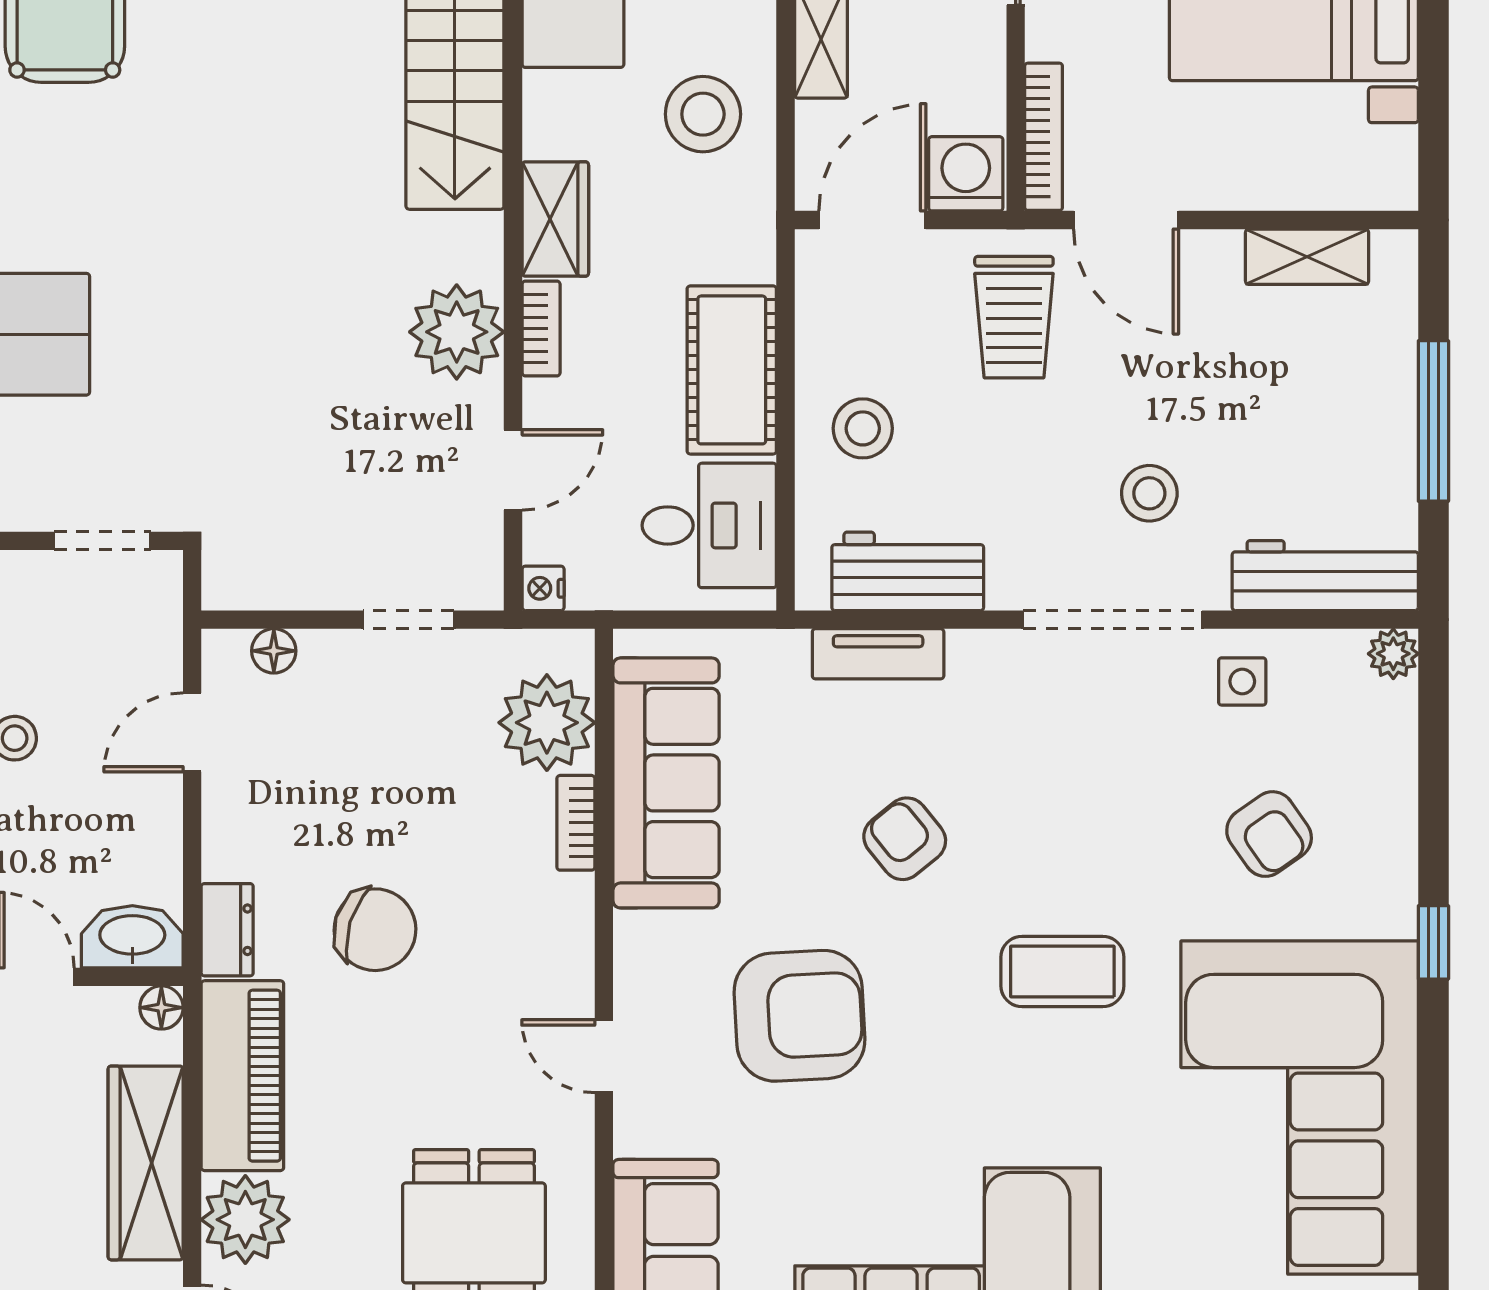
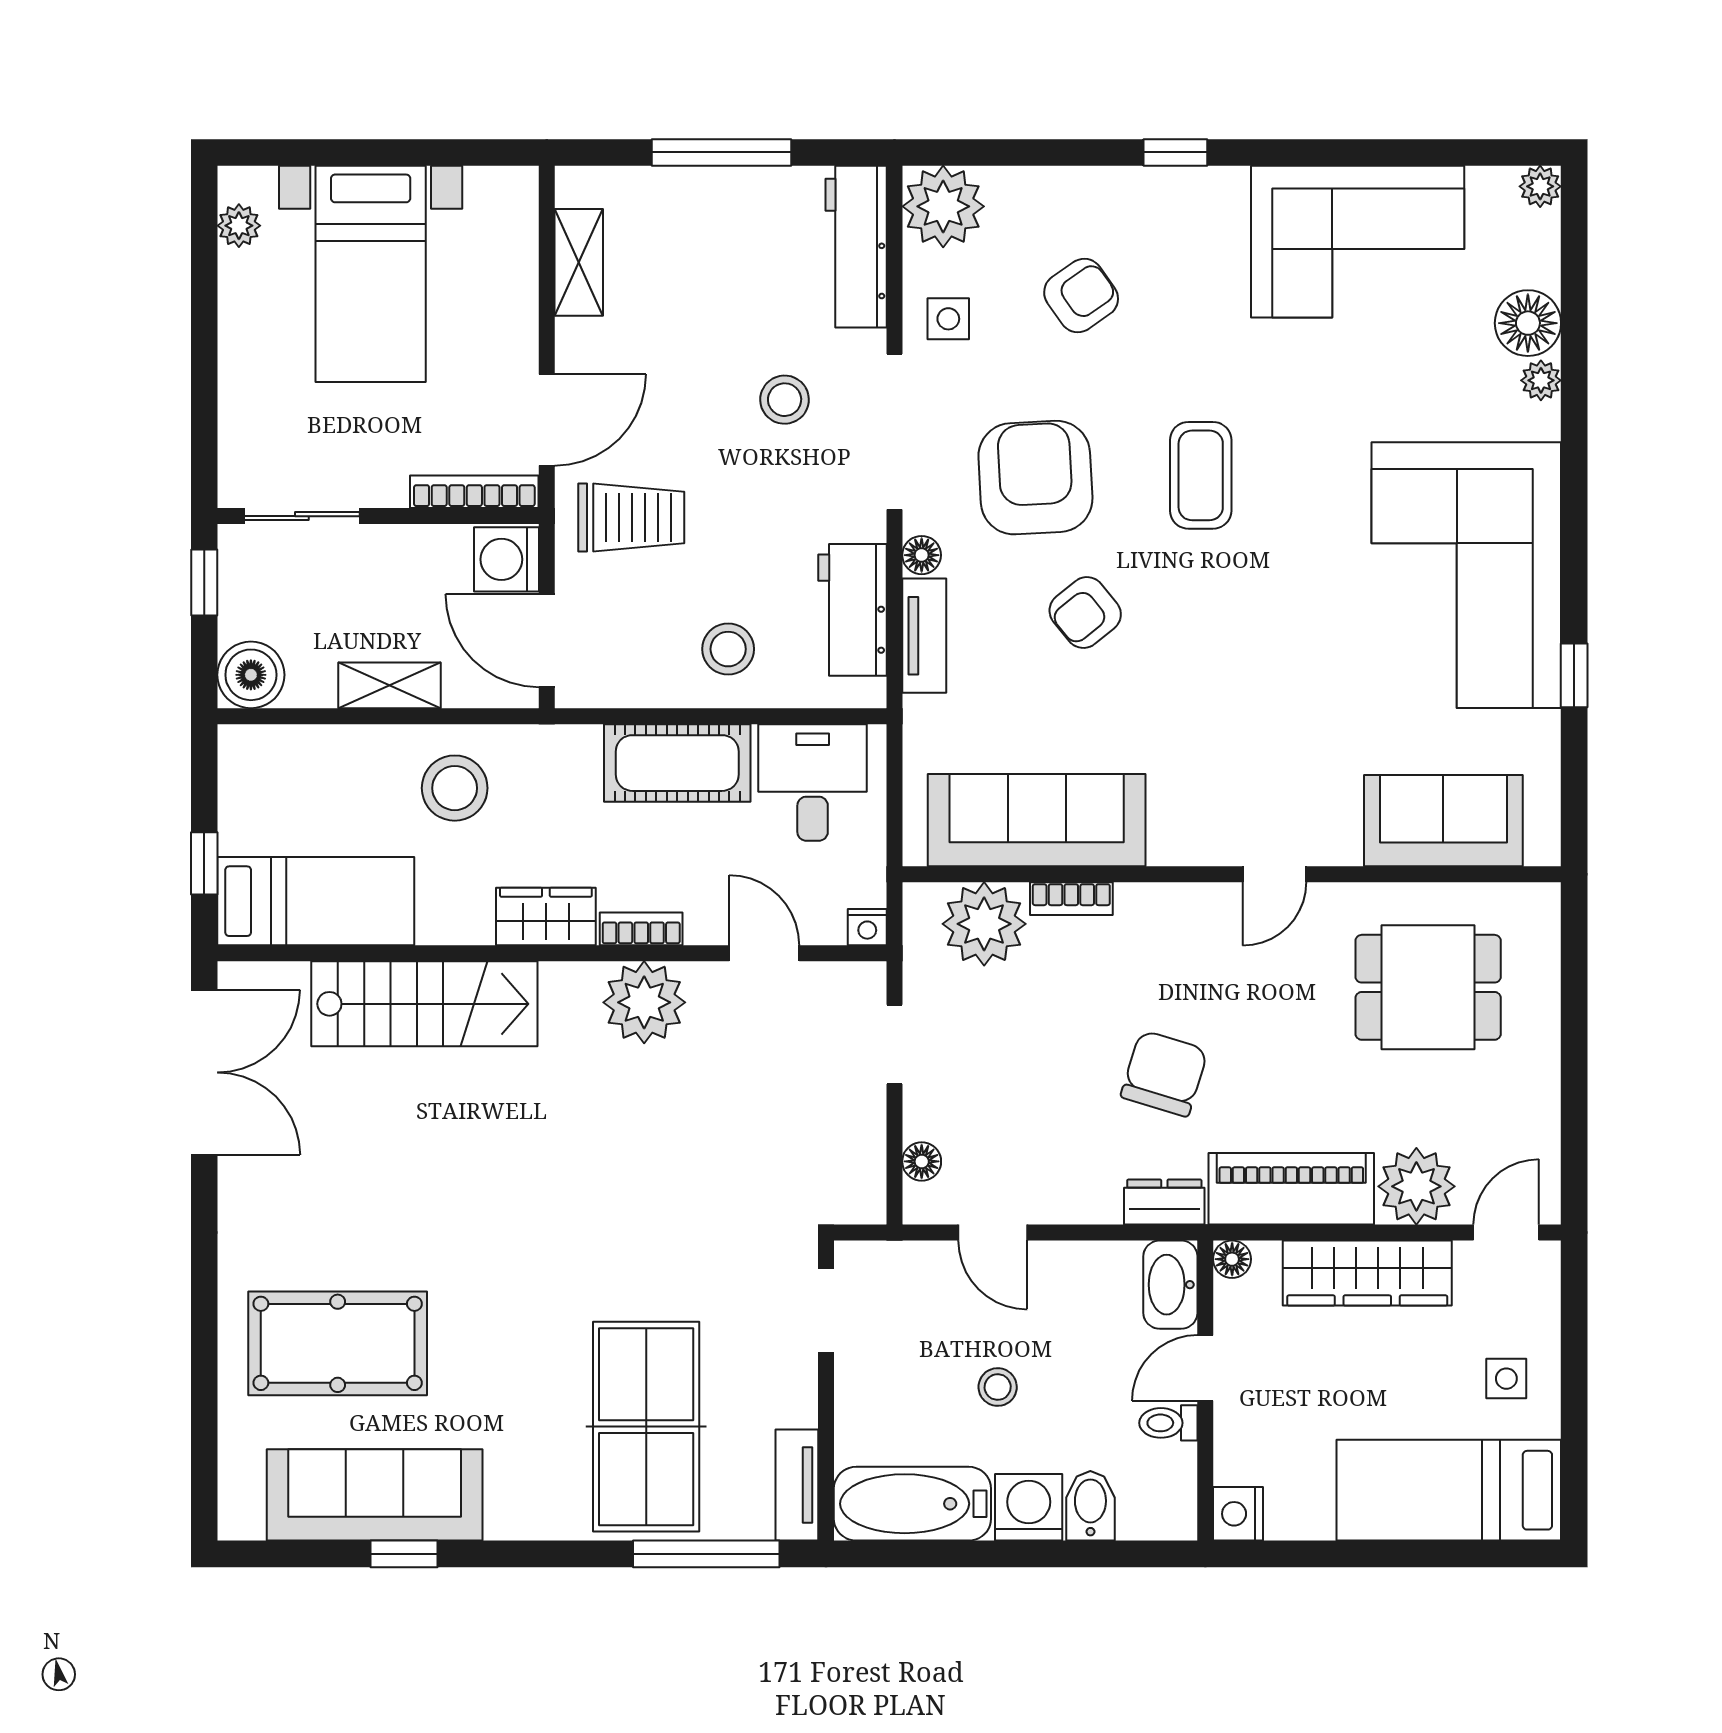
floor lamp: (971, 651) -> (922, 555), added
plant: (1393, 654) -> (943, 206), width x1.88, depth x1.88
armchair: (800, 1016) -> (1035, 478), moved
corner sofa: (1300, 1108) -> (1358, 242), width x0.73, depth x0.74

